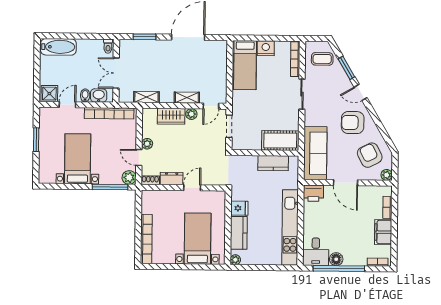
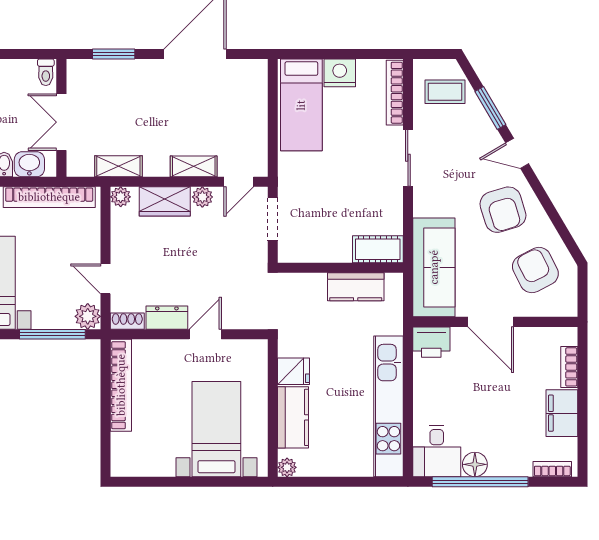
armchair: (353, 123) -> (503, 210), turned -107
cot: (280, 141) -> (378, 249), width x0.73, depth x0.75
plant: (147, 144) -> (121, 197), moved
plant: (387, 175) -> (567, 307), removed
bookcase: (146, 239) -> (121, 385), moved

